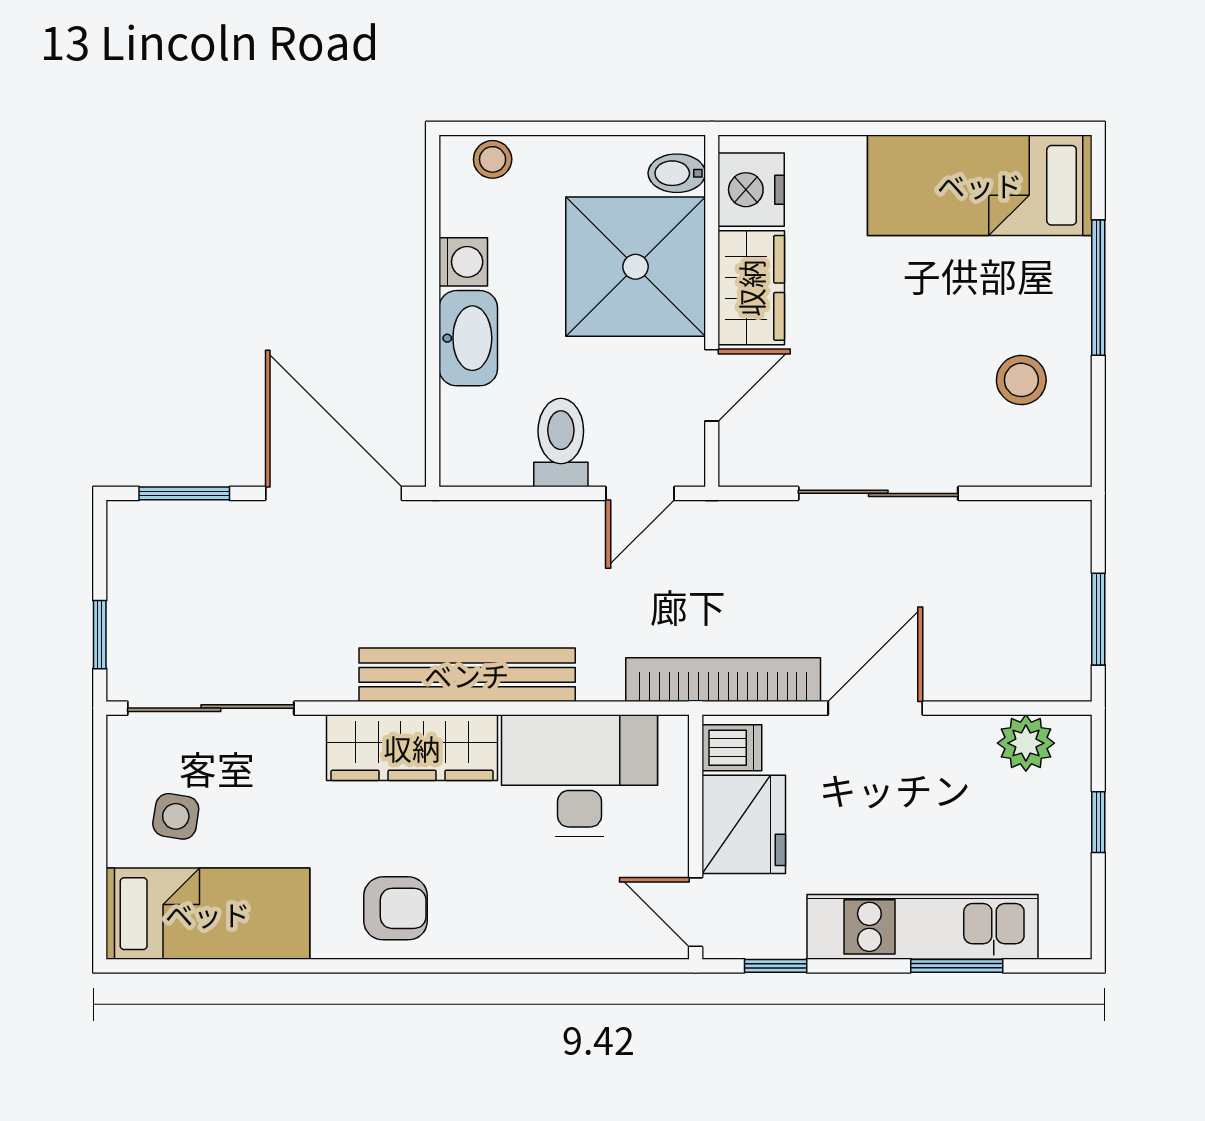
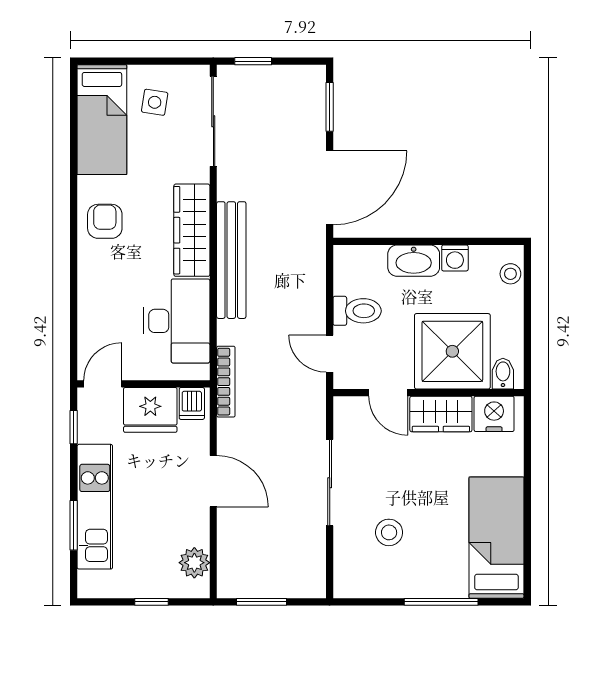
stool: (1021, 380) -> (389, 532), moved
bookcase: (723, 680) -> (226, 382), width x0.68, depth x0.76
armchair: (396, 908) -> (105, 221), turned 180

